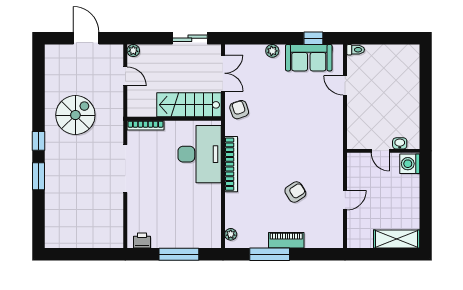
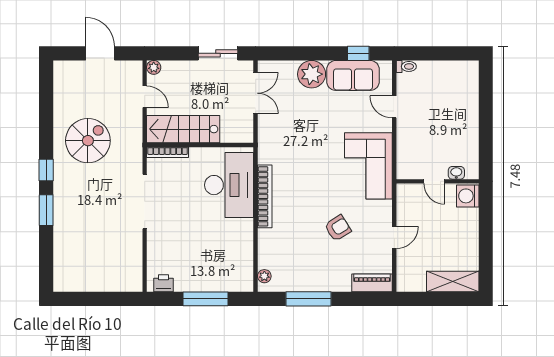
plant: (272, 51) -> (312, 74), width x1.88, depth x1.88
stairs: (189, 105) -> (183, 129), moved
armchair: (239, 110) -> (274, 134), removed
corner sofa: (322, 137) -> (368, 166), added
piano: (286, 240) -> (372, 283), moved

